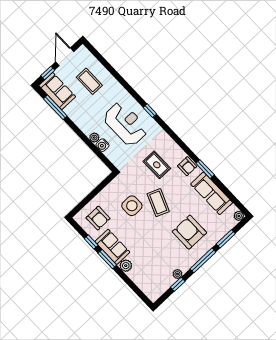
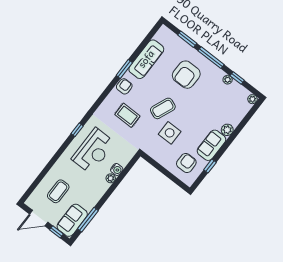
reception desk: (126, 124) -> (93, 151), turned 180
rug: (157, 165) -> (127, 115), turned 90
plant: (239, 216) -> (252, 99), moved
window: (107, 259) -> (224, 148), removed

